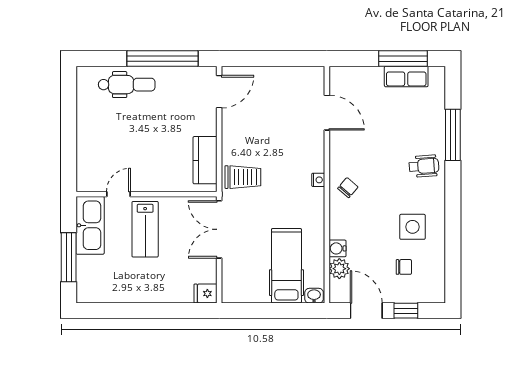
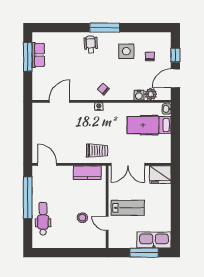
window: (453, 135) -> (105, 28), moved
stool: (128, 152) -> (82, 218), added
trolley: (243, 177) -> (97, 151), turned 90
kitchen sink: (90, 225) -> (154, 240), moved
fridge: (205, 294) -> (160, 175), width x1.88, depth x1.34

